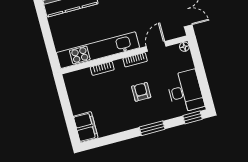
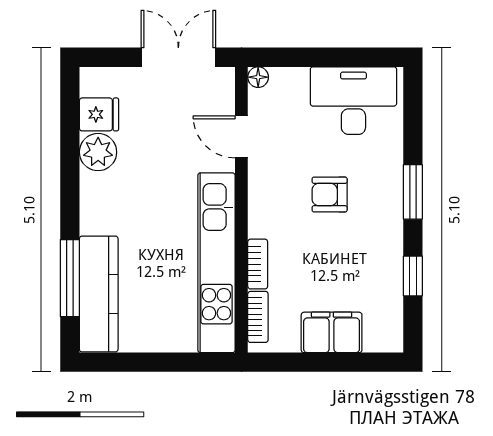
bookcase: (135, 60) -> (258, 317), moved
window: (193, 117) -> (413, 276), moved
filing cabinet: (86, 127) -> (332, 332), moved

